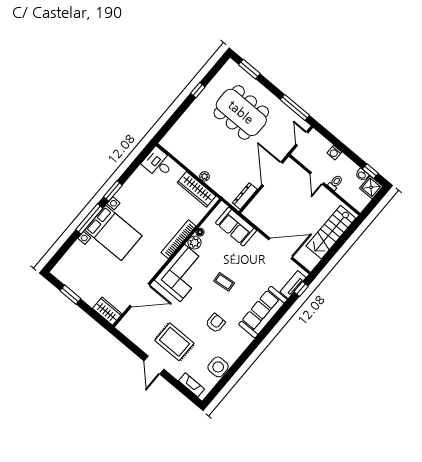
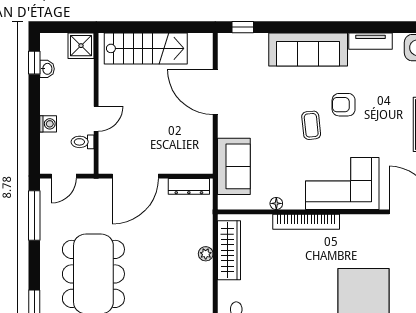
toilet: (335, 182) -> (83, 142), moved
shower: (371, 187) -> (81, 46), moved
plant: (194, 243) -> (294, 200), removed
tv unit: (293, 285) -> (370, 41), moved
armchair: (215, 323) -> (344, 105), moved

